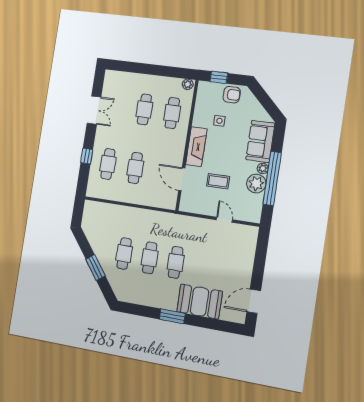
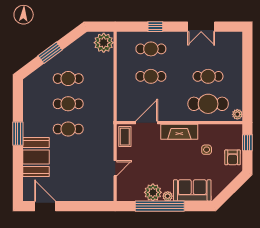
cafe table: (172, 113) -> (208, 104), width x1.37, depth x1.35
coffee table: (218, 181) -> (125, 137), moved
plant: (94, 211) -> (104, 43), added

